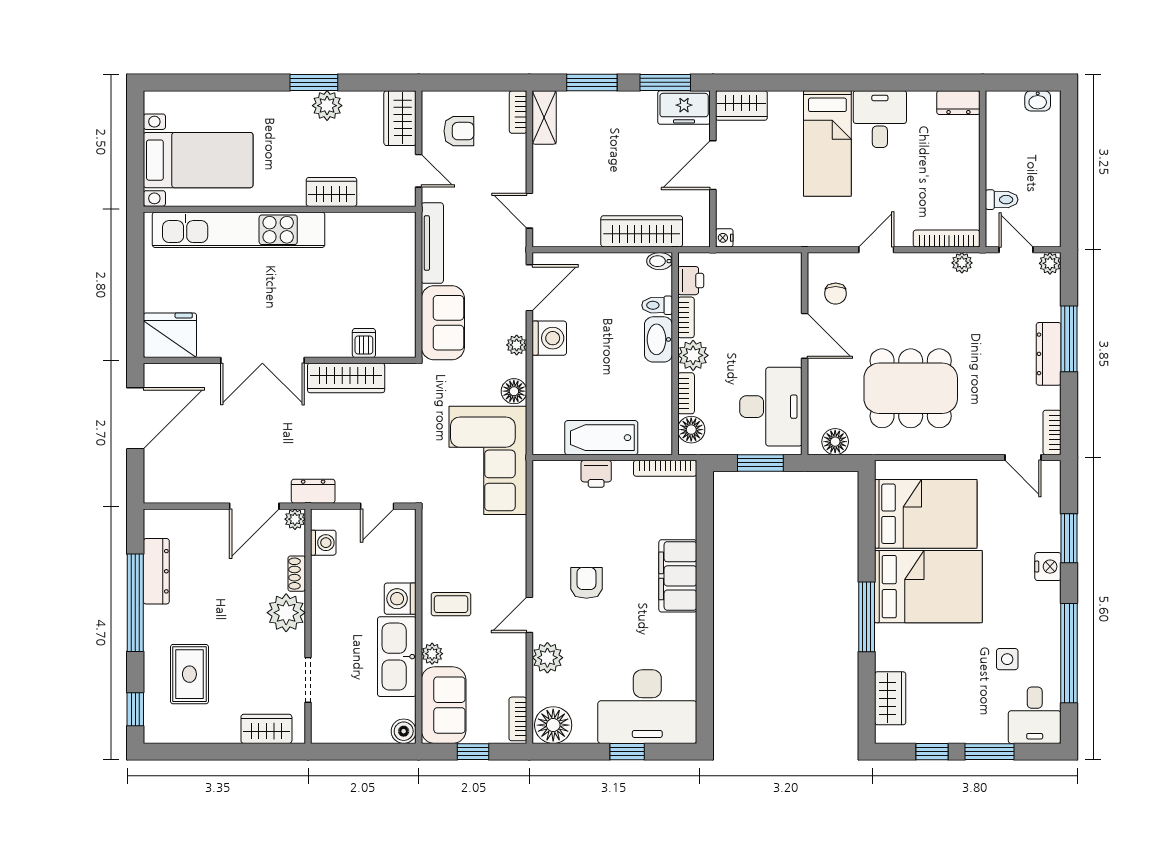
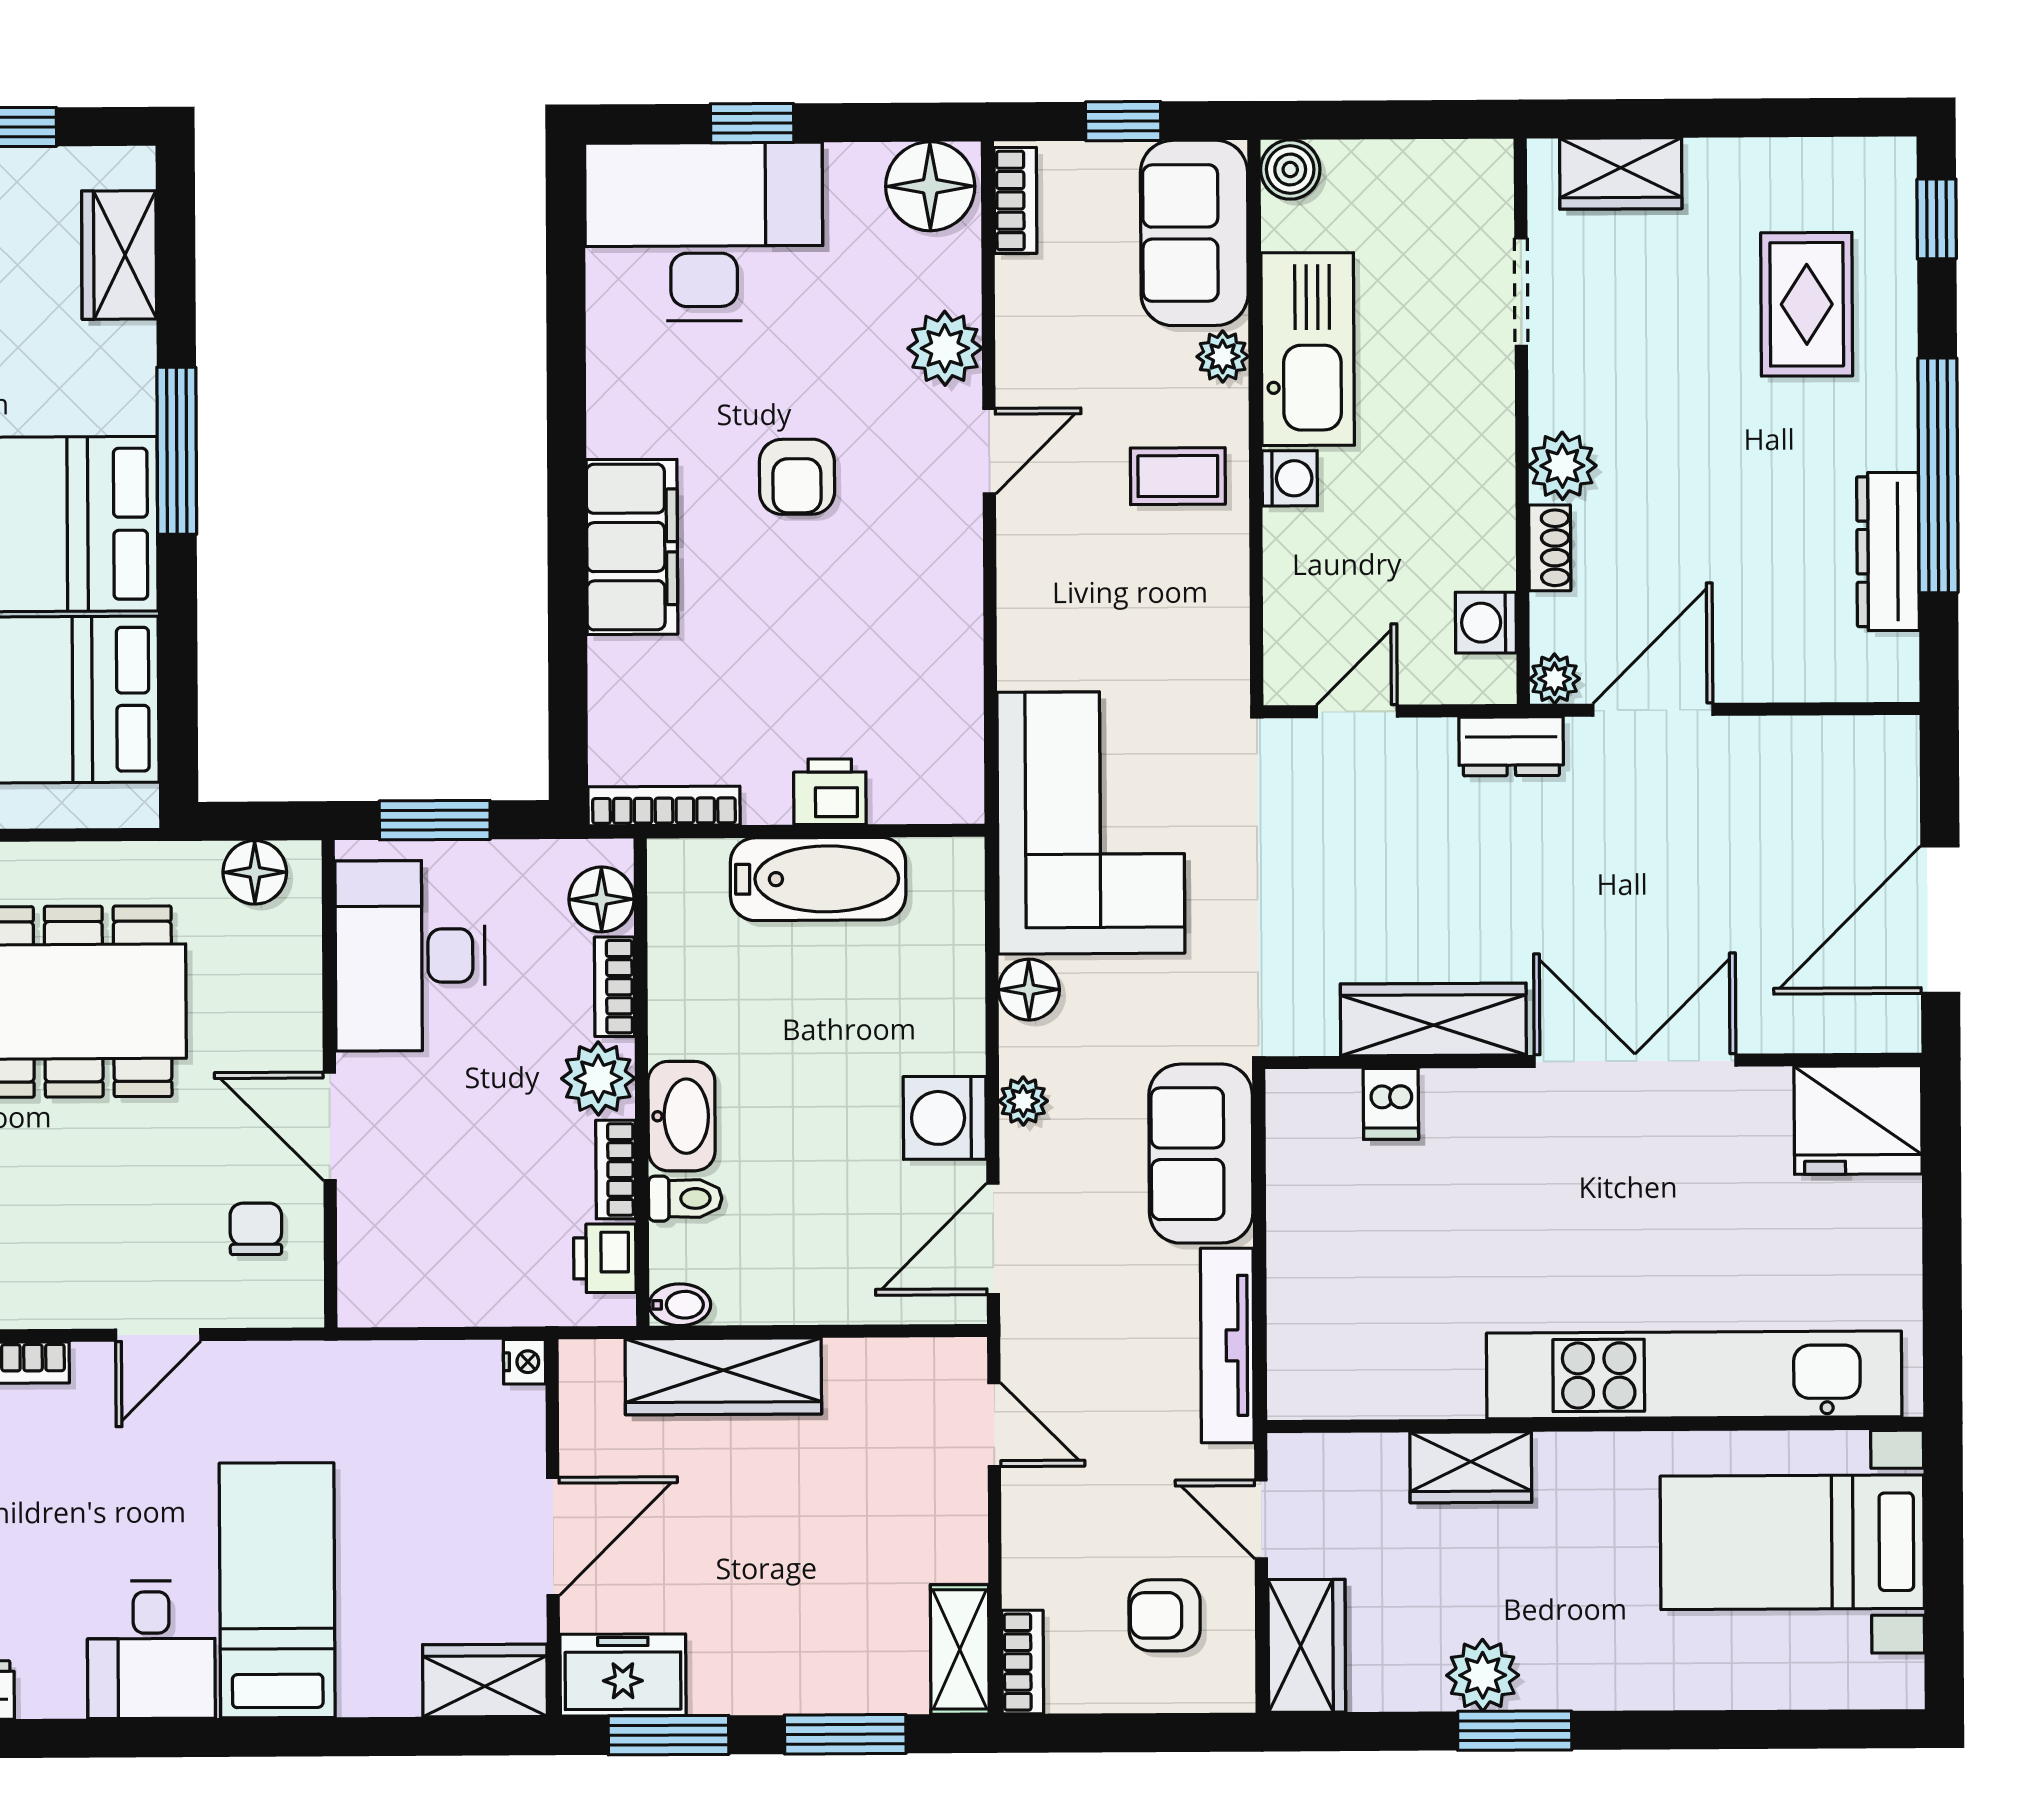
armchair: (586, 583) -> (797, 477), moved
washing machine: (400, 599) -> (1290, 478), width x0.73, depth x0.73
plant: (286, 613) -> (1562, 466), width x0.73, depth x0.73

